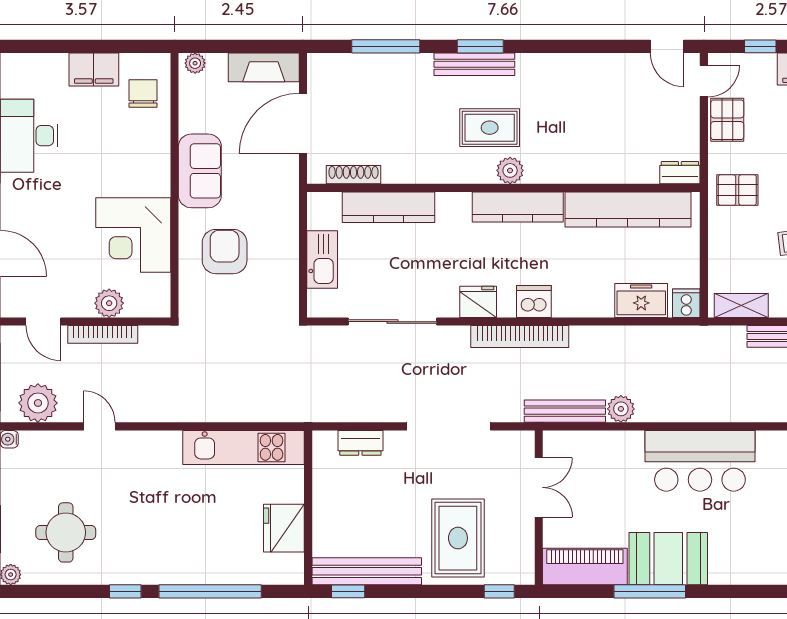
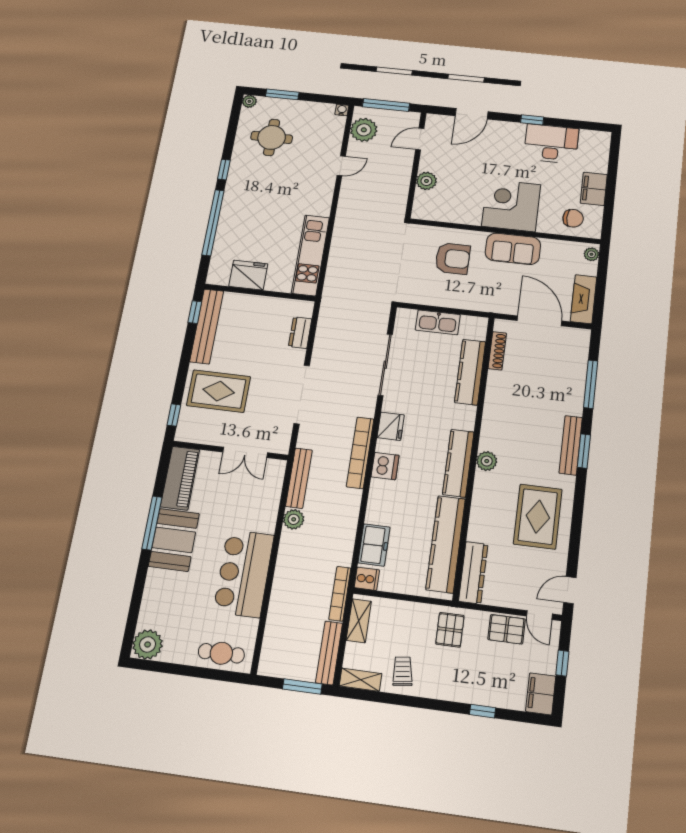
rug: (490, 128) -> (538, 517), moved, width x1.36, depth x1.43
dresser: (680, 173) -> (473, 573), width x1.96, depth x1.24
corner desk: (133, 235) -> (511, 205), moved
bookcase: (103, 334) -> (340, 594), moved

